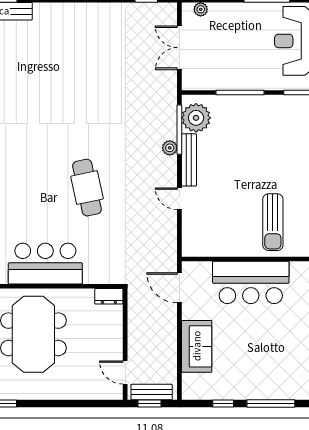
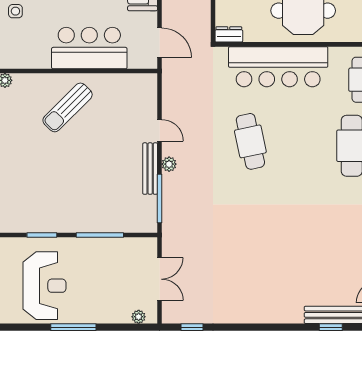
plant: (196, 118) -> (143, 210), removed
plant: (170, 148) -> (169, 164), moved
sun lounger: (273, 222) -> (68, 107), turned -135
bar counter: (45, 264) -> (278, 67), width x1.36

